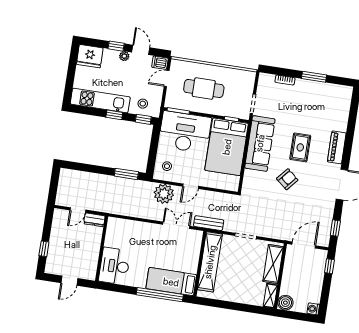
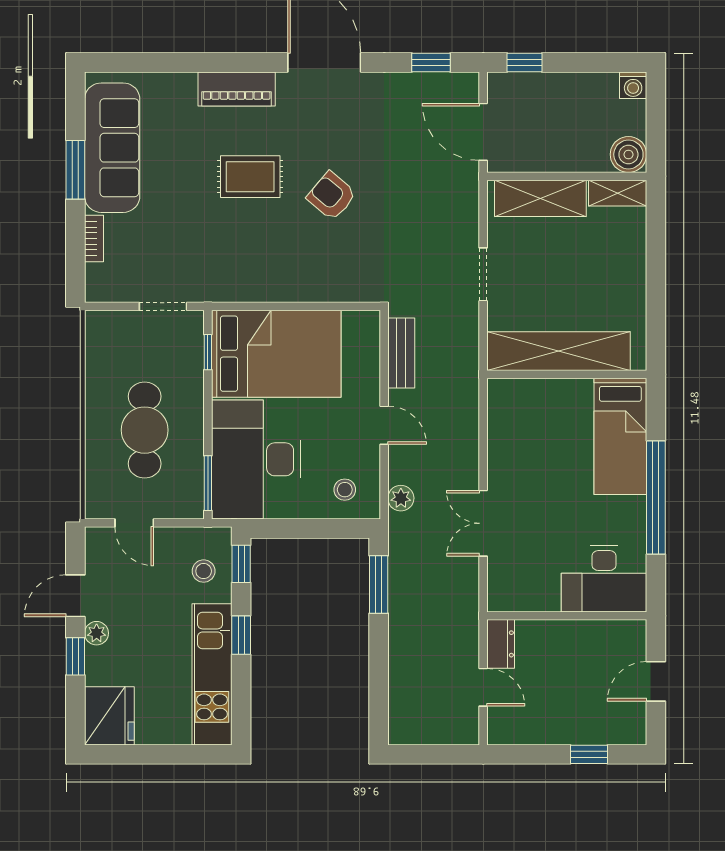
dishwasher: (160, 63) -> (99, 545), removed
sofa: (260, 143) -> (112, 148), moved, turned 90
plant: (164, 194) -> (401, 498), width x0.53, depth x0.53
bench: (209, 223) -> (401, 353), moved
double door: (176, 225) -> (483, 523), moved
door: (69, 281) -> (656, 681), swing flipped
window: (160, 295) -> (656, 498), moved

